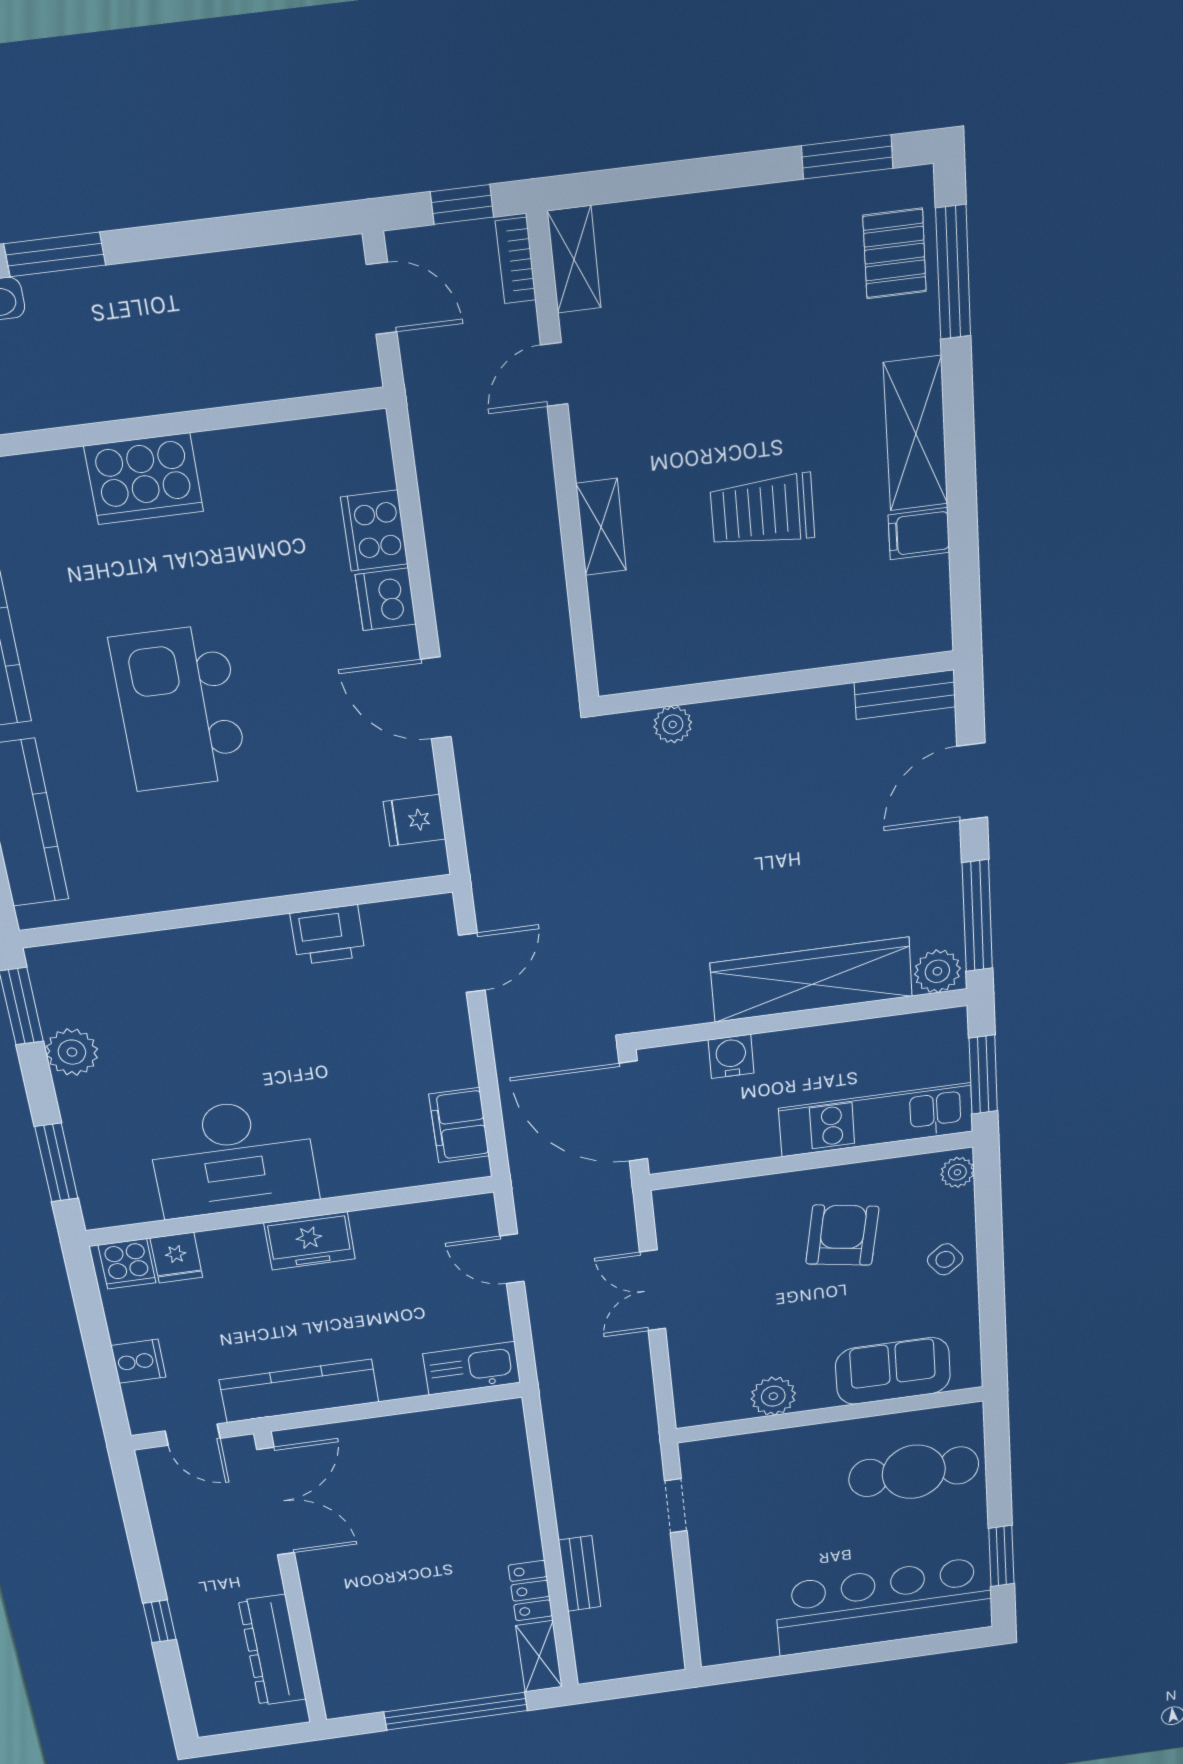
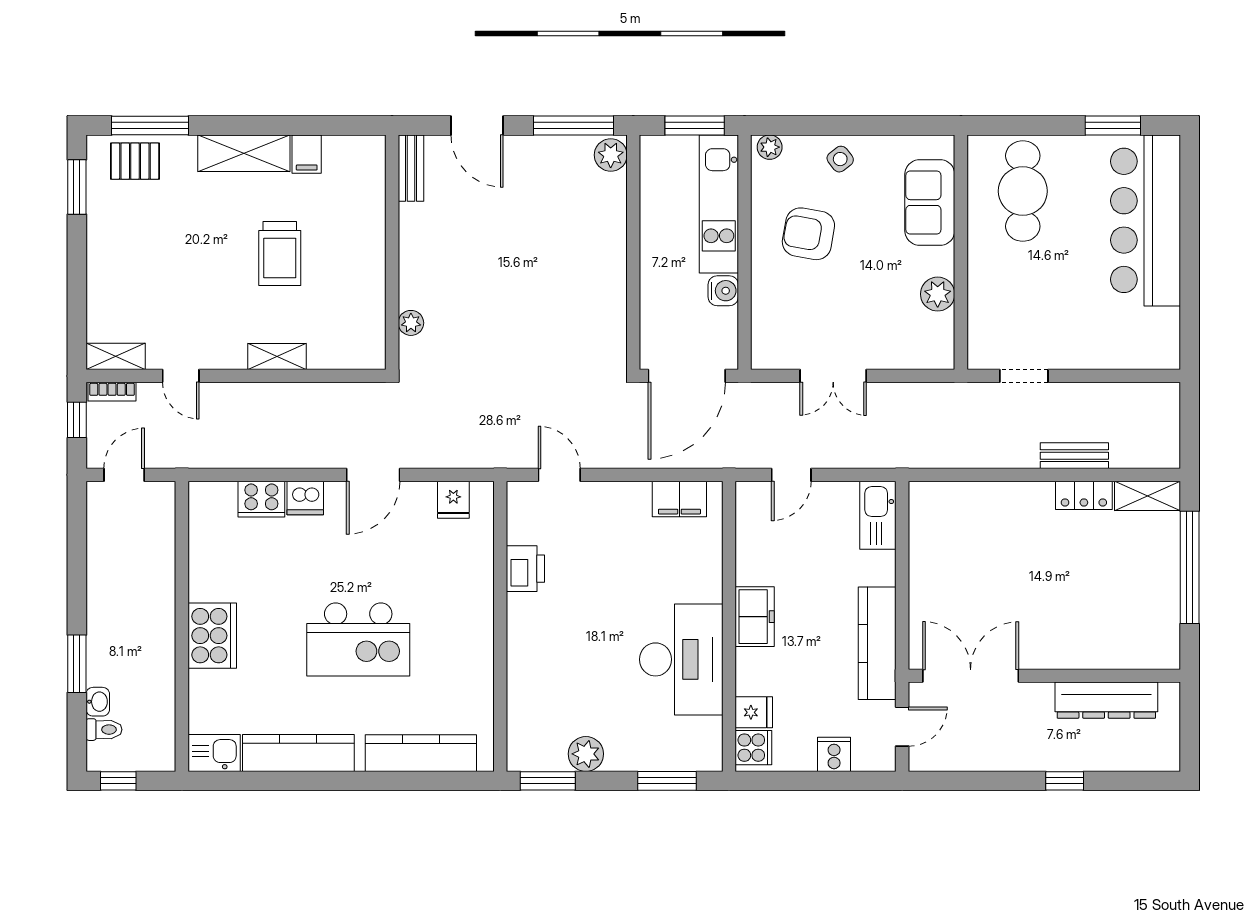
wardrobe: (812, 980) -> (605, 243), removed
water cooler: (731, 1056) -> (723, 291), moved, turned 180

